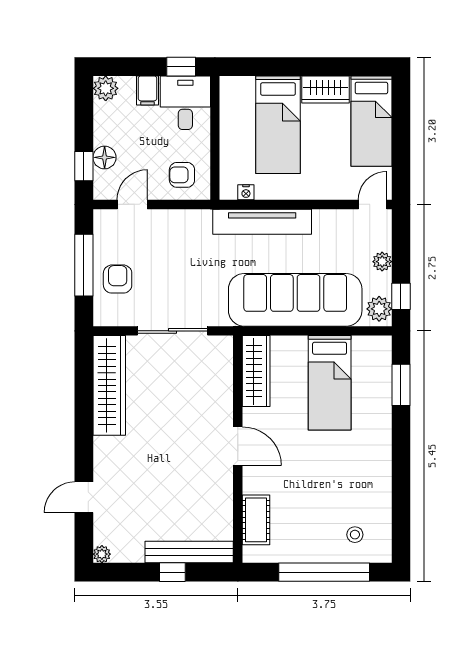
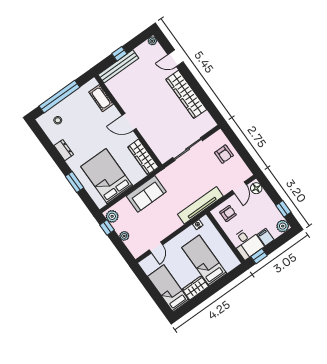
floor lamp: (105, 157) -> (256, 188), moved
window: (84, 166) -> (283, 209), moved
door: (373, 204) -> (156, 247), moved
tv unit: (262, 222) -> (200, 205), moved
window: (84, 265) -> (241, 150), removed
sofa: (295, 300) -> (146, 194), width x0.54, depth x0.79
bed: (330, 383) -> (107, 176), width x1.50
wardrobe: (109, 385) -> (186, 94), moved
window: (401, 385) -> (74, 182), moved
dresser: (381, 478) -> (64, 150), added
door: (84, 497) -> (176, 58), swing flipped

